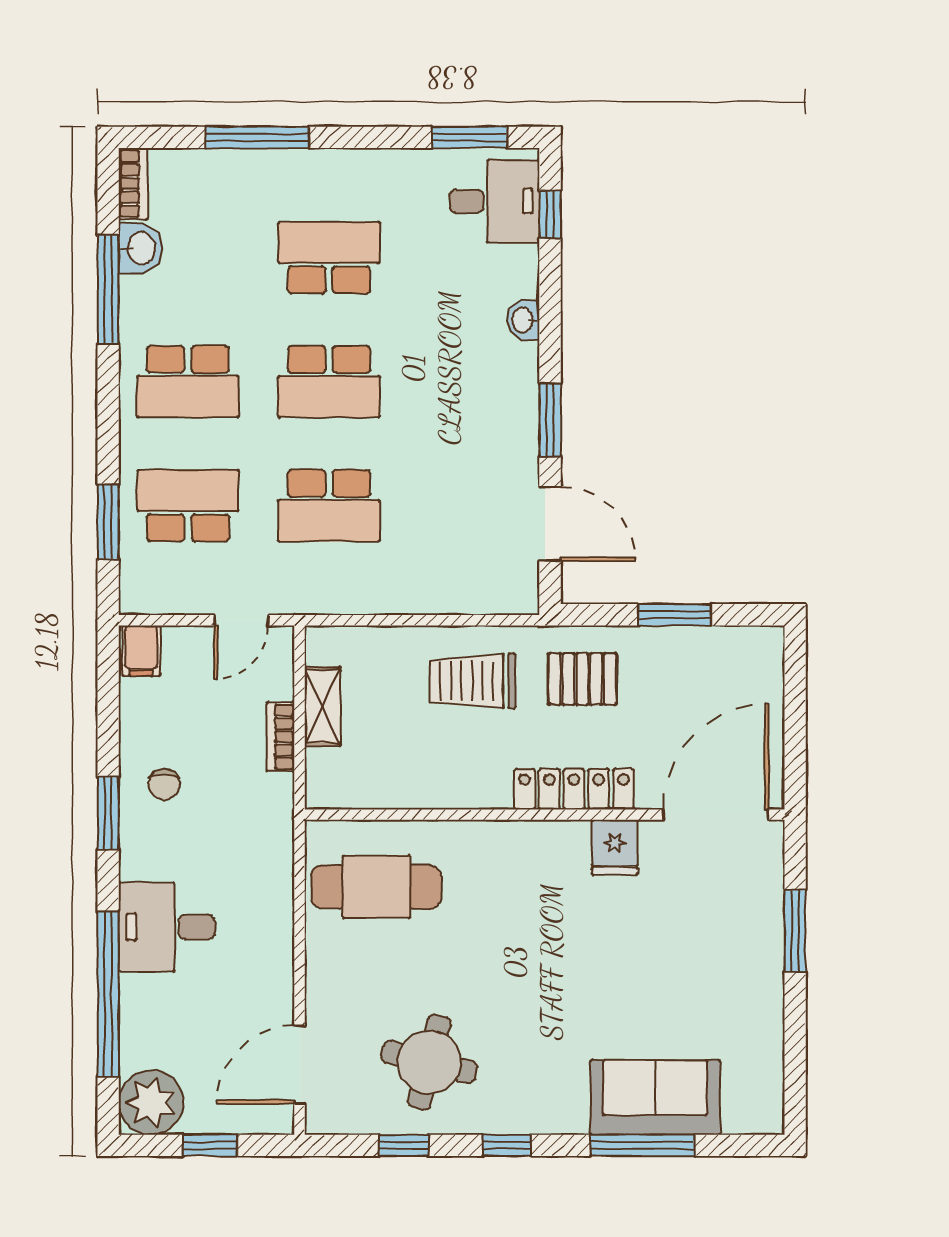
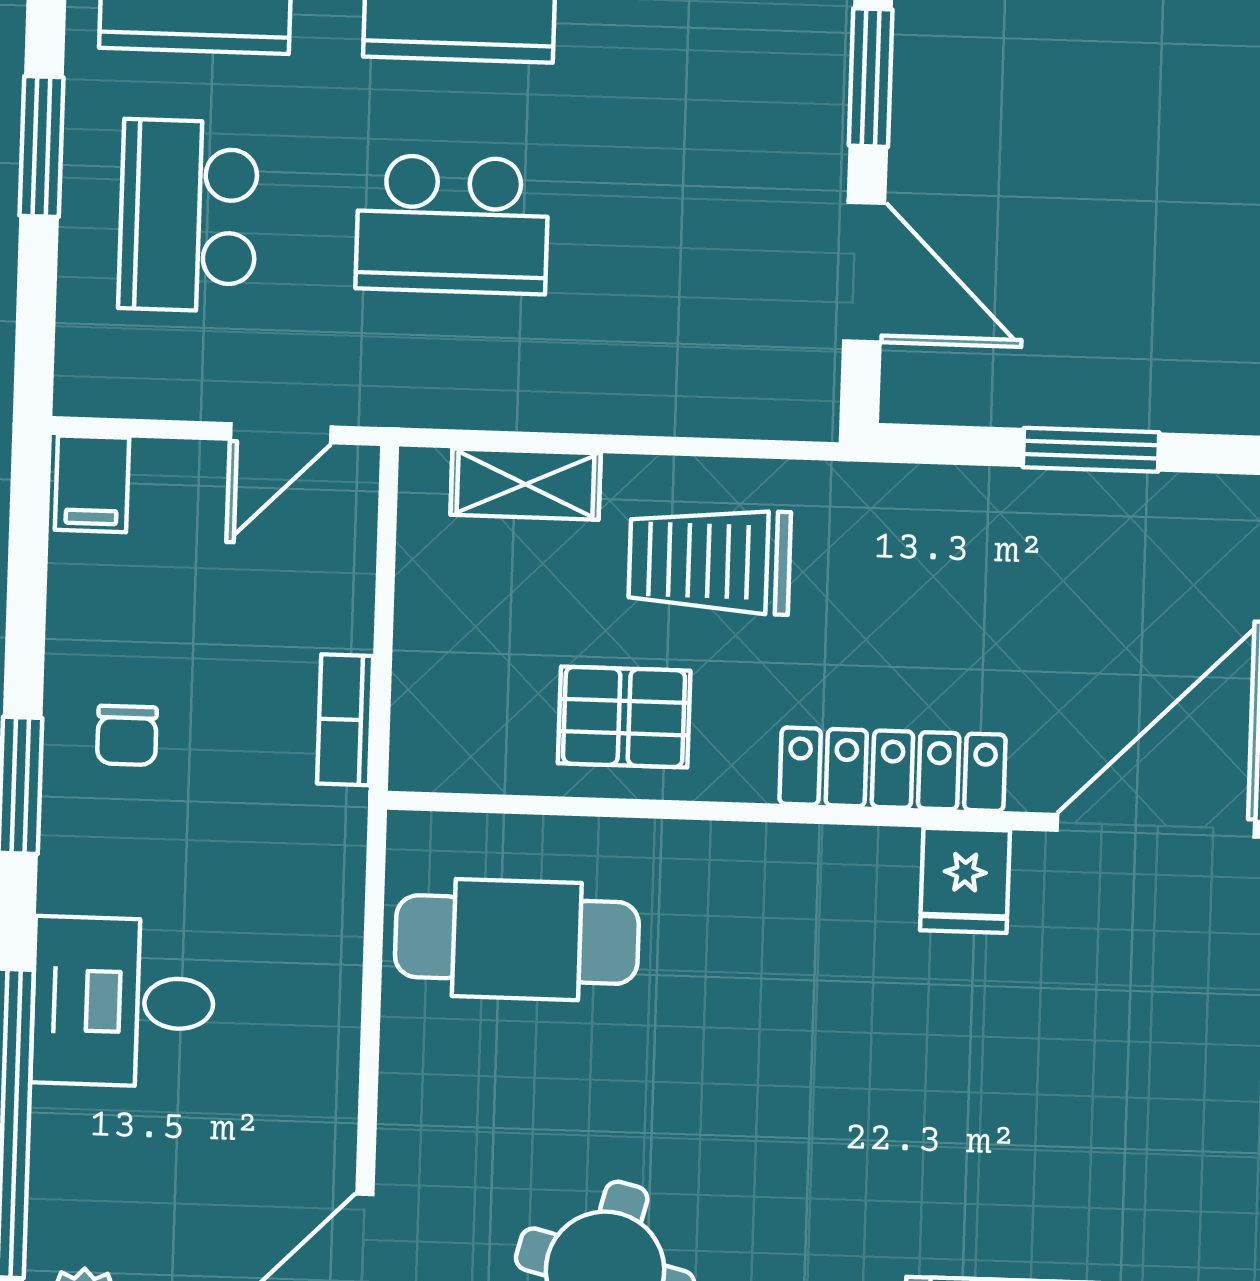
school desk: (188, 506) -> (188, 216), turned -90
window: (108, 521) -> (42, 147), moved
pallet: (582, 679) -> (624, 717), moved
shelving: (322, 706) -> (526, 484), moved, turned 90
bookcase: (281, 737) -> (345, 720), moved

